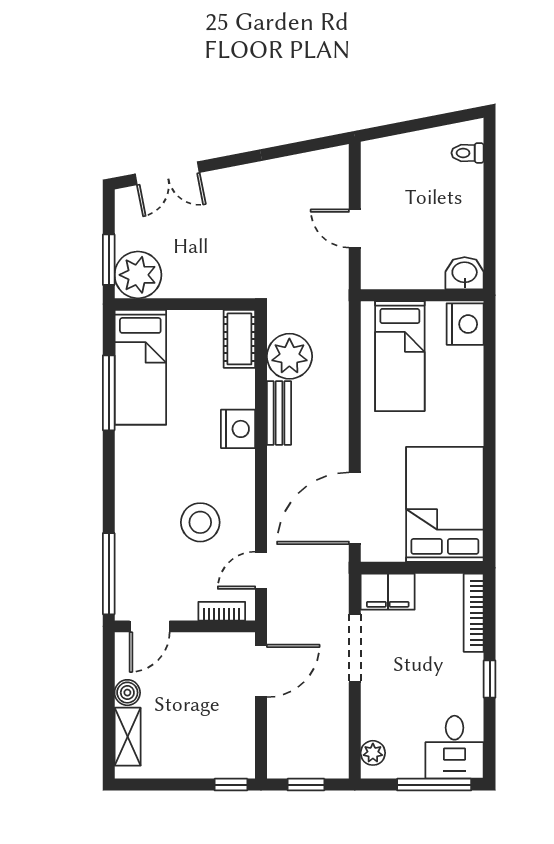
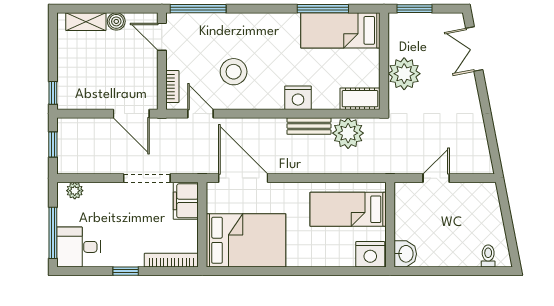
plant: (138, 275) -> (404, 74), moved

